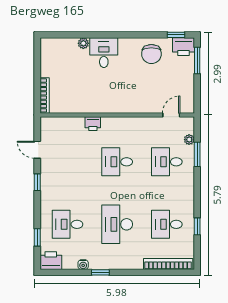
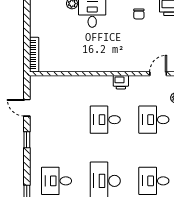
chair: (151, 54) -> (139, 14), width x0.54, depth x0.54
printer: (93, 124) -> (121, 82), moved

